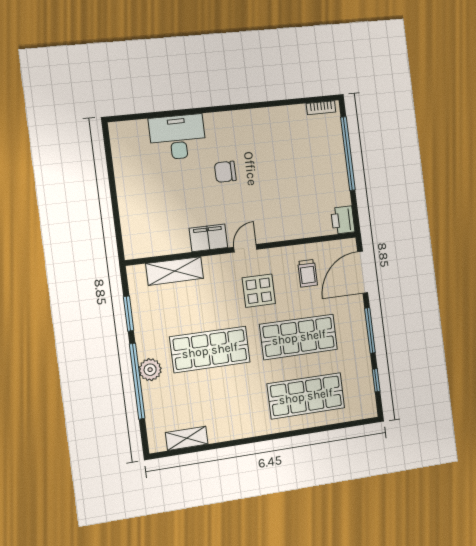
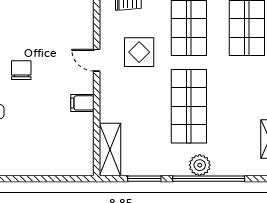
chair: (225, 172) -> (21, 70), turned 180
filing cabinet: (208, 238) -> (82, 103), width x0.50
shelving: (175, 271) -> (110, 149), moved

